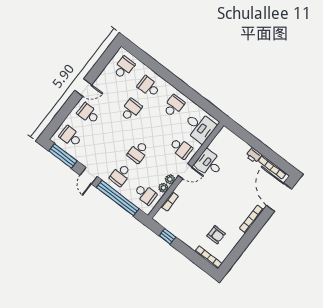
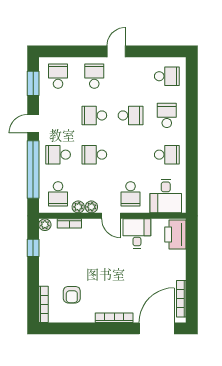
door: (83, 87) -> (116, 51), swing flipped
school desk: (113, 133) -> (94, 115), added
printer: (254, 155) -> (175, 235), moved, width x1.87, depth x1.48
window: (63, 156) -> (33, 83), width x0.69
plant: (159, 218) -> (45, 225), added

